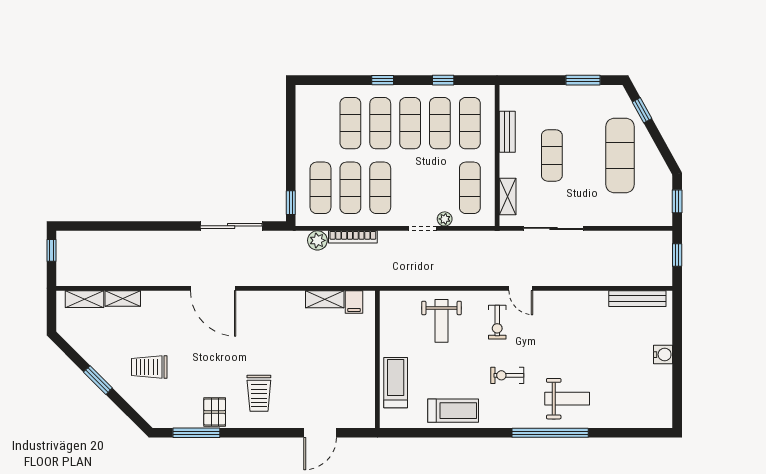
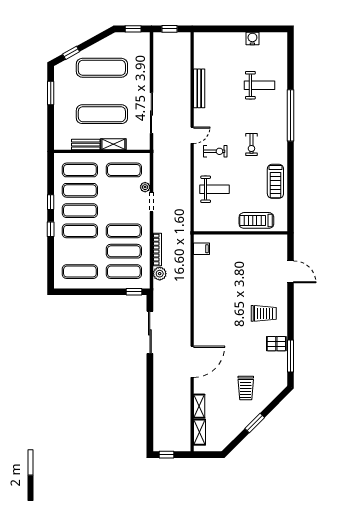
window: (443, 80) -> (51, 202), moved
exercise mat: (350, 123) -> (80, 272), moved
exercise mat: (552, 155) -> (102, 114), width x1.36, depth x1.45
shelving: (508, 196) -> (113, 144), moved
door: (213, 288) -> (192, 362), moved
shelving: (325, 299) -> (200, 269), removed
bench: (637, 299) -> (199, 88), moved
water cooler: (663, 355) -> (252, 38), moved
weight bench: (567, 399) -> (259, 85), moved, turned 90
treadmill: (453, 411) -> (275, 181), turned 180

